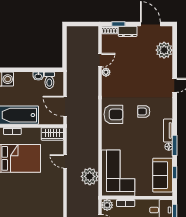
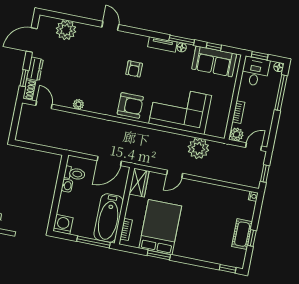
door: (100, 60) -> (44, 105), moved
armchair: (113, 114) -> (130, 105), turned 90
corner sofa: (118, 173) -> (180, 110), moved

